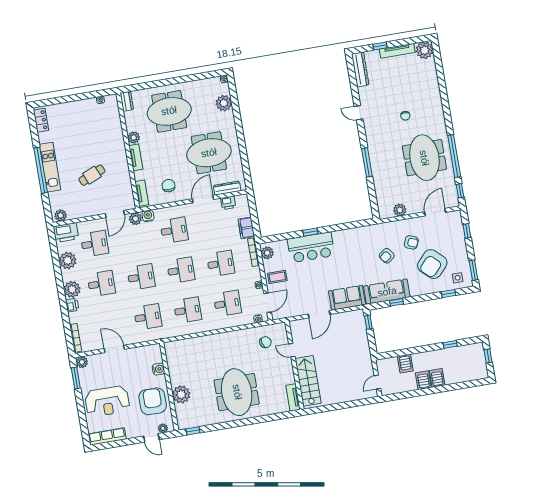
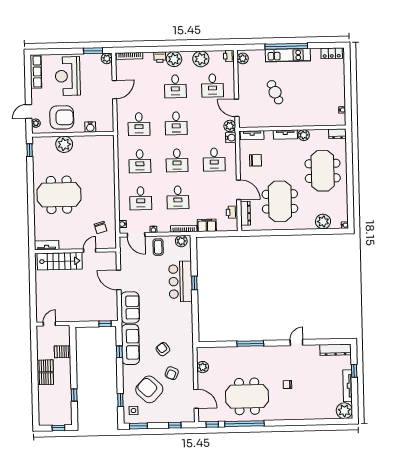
printer: (66, 233) -> (229, 56), width x0.53, depth x0.68
door: (377, 382) -> (49, 324), hinge flipped

